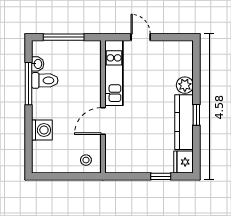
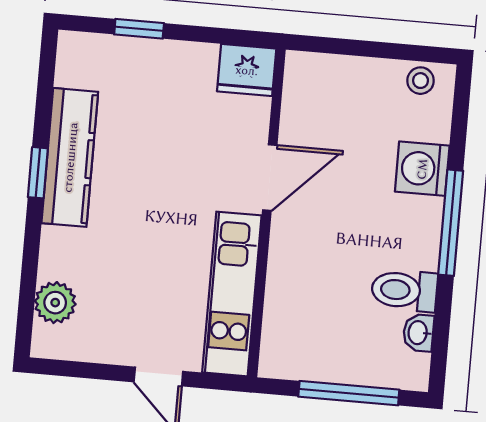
window: (29, 84) -> (451, 223), moved
plant: (185, 85) -> (55, 303), moved
stool: (86, 160) -> (421, 81), moved
fridge: (184, 162) -> (247, 70), moved, turned 90

